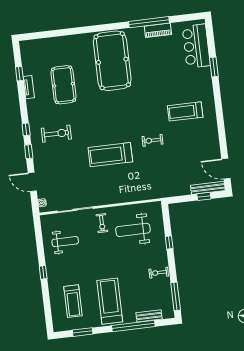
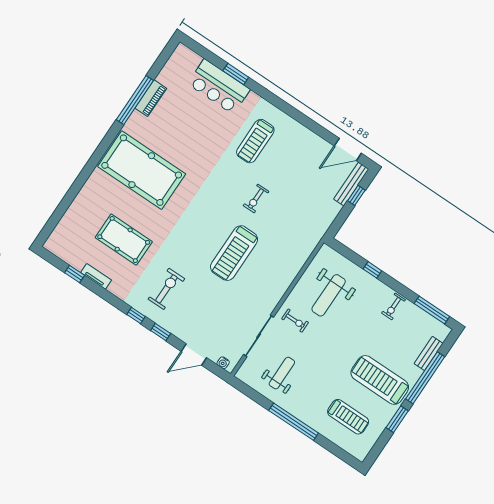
bar counter: (196, 46) -> (219, 87), moved
window: (43, 272) -> (294, 422), width x3.17
window: (83, 332) -> (397, 419), moved

